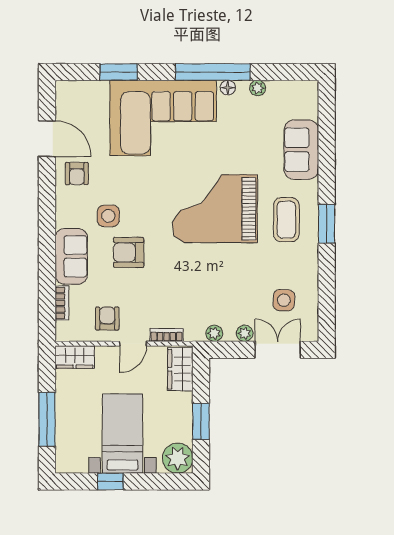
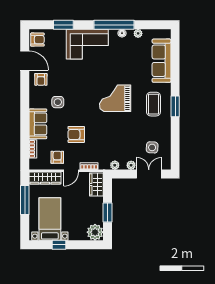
armchair: (70, 100) -> (37, 40), added
corner sofa: (163, 118) -> (87, 44), width x0.73, depth x0.74
sofa: (301, 150) -> (162, 61), width x1.36
grand piano: (215, 209) -> (115, 98), width x0.73, depth x0.68
armchair: (129, 252) -> (76, 134), moved
wardrobe: (75, 357) -> (45, 178), width x1.50
window: (47, 419) -> (25, 200), moved
bed with nightstands: (122, 434) -> (50, 219), moved

